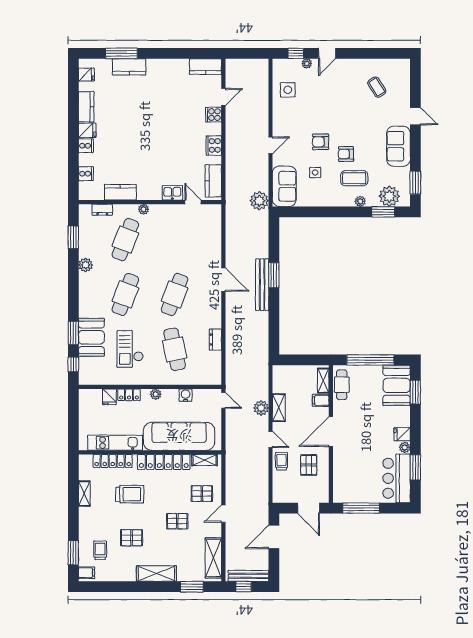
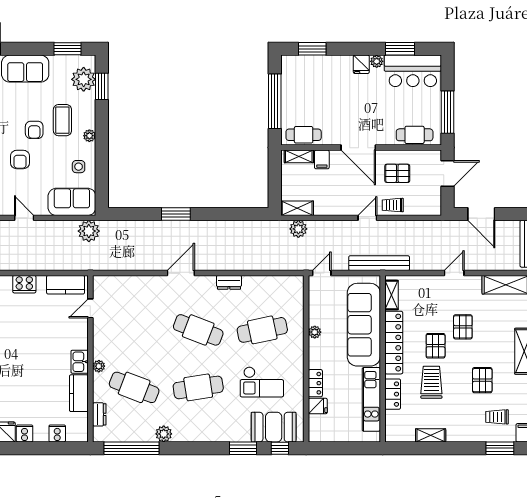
side table: (315, 173) -> (79, 167), moved
kitchen sink: (172, 193) -> (80, 362), moved
plant: (360, 201) -> (89, 136), moved
window: (73, 237) -> (131, 448), width x2.11
bench: (262, 285) -> (379, 263), moved
cafe table: (125, 294) -> (198, 387), turned -30
booth: (91, 337) -> (274, 427), moved
dresser: (215, 340) -> (229, 282), moved
booth: (397, 385) -> (304, 71), removed
plant: (156, 394) -> (315, 332), moved
water cooler: (186, 395) -> (316, 317), removed
plant: (261, 408) -> (298, 229), moved
shelving: (279, 408) -> (297, 208), moved
locker: (113, 461) -> (393, 394), width x0.66
cafe table: (342, 480) -> (415, 135), added
pallet: (202, 494) -> (436, 346), moved
door: (223, 514) -> (454, 273), swing flipped

